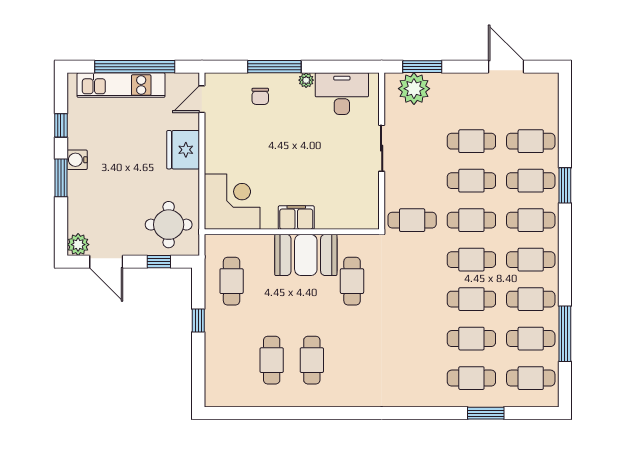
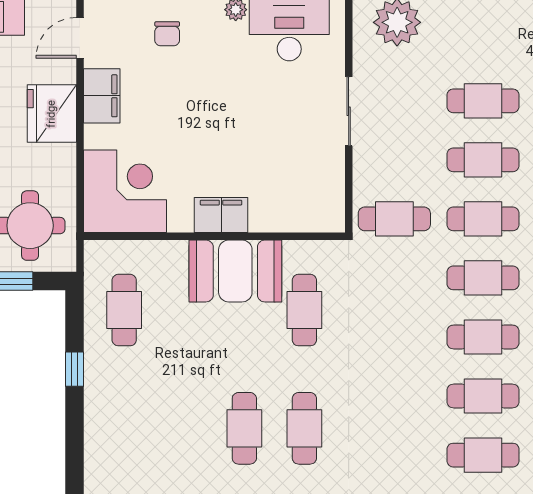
filing cabinet: (216, 138) -> (102, 96), added
cafe table: (272, 360) -> (304, 428), moved

